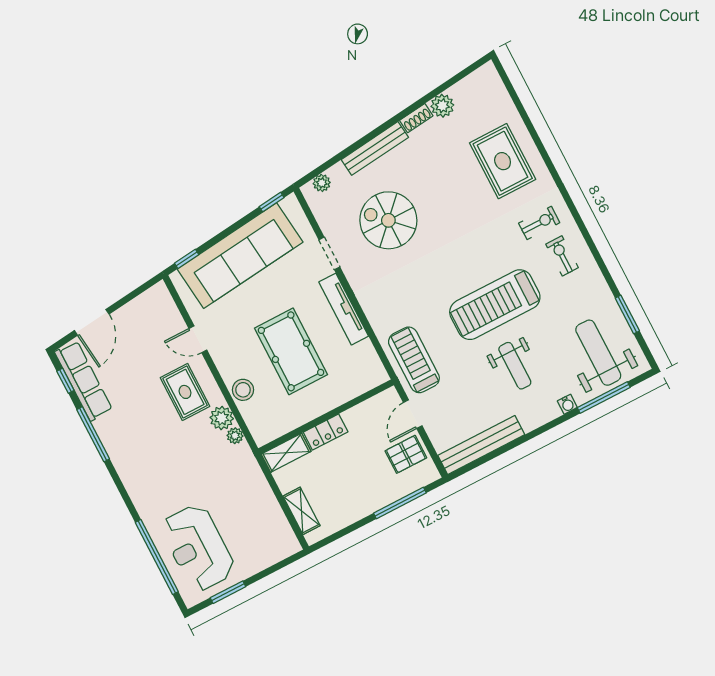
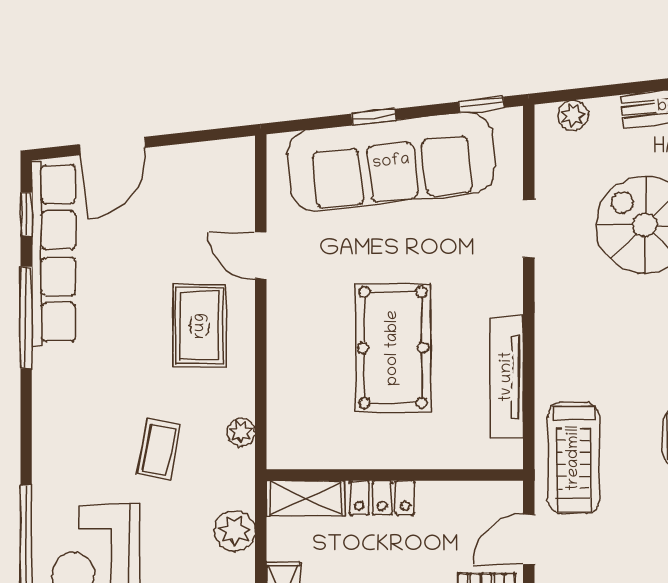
window: (187, 259) -> (374, 117), moved
tv unit: (344, 309) -> (507, 377), moved
treadmill: (414, 360) -> (574, 458), turned 180
row of seats: (83, 381) -> (54, 253), width x1.36
stool: (243, 390) -> (290, 368), removed
plant: (222, 418) -> (235, 531), moved
coffee table: (197, 467) -> (159, 450), added

